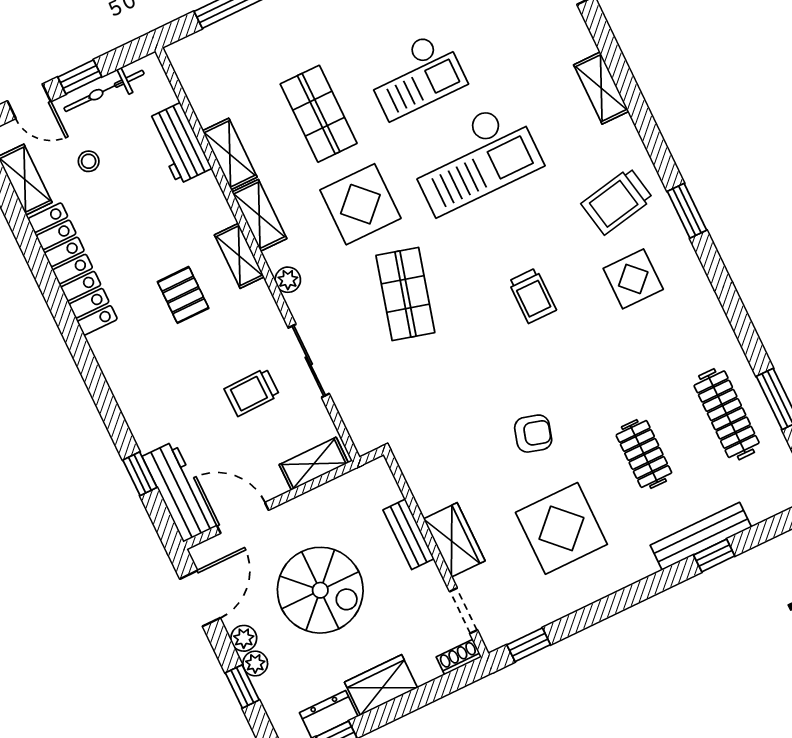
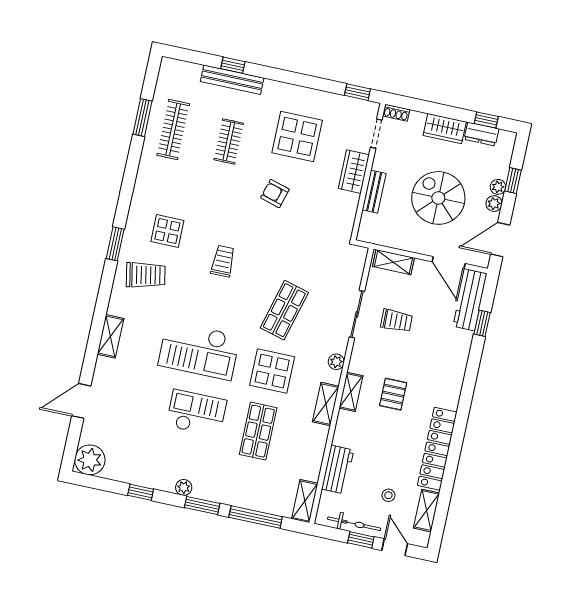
shelving: (230, 154) -> (305, 501), moved
checkout: (474, 158) -> (199, 350), turned 180

